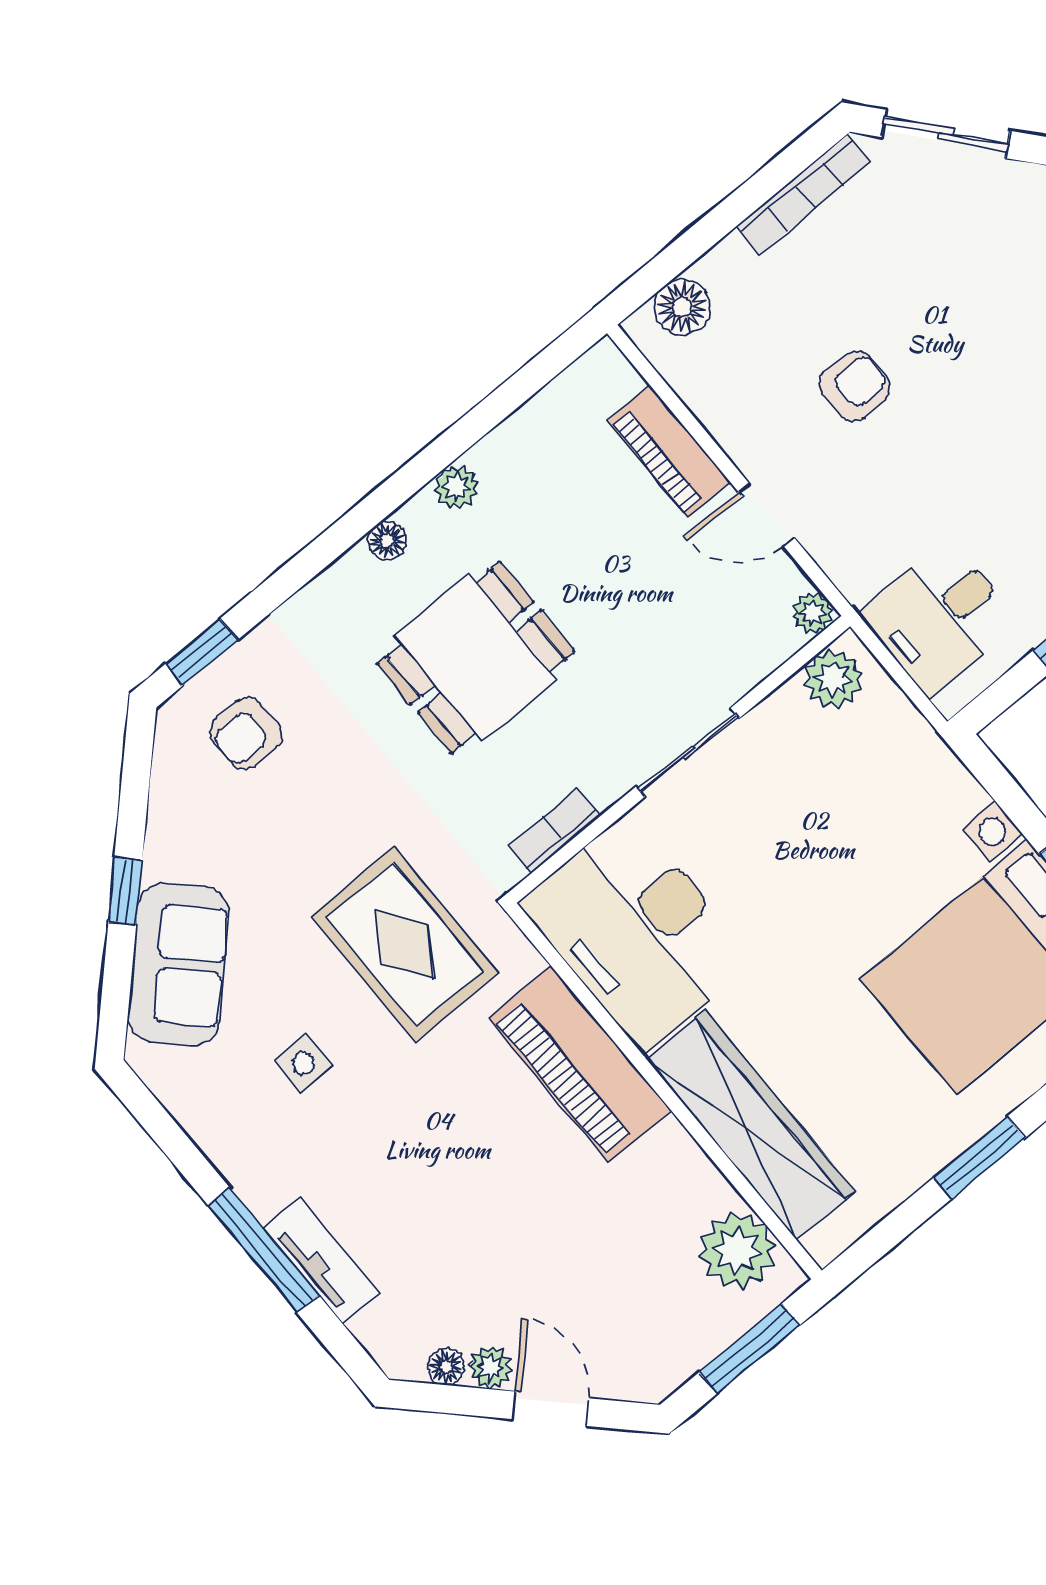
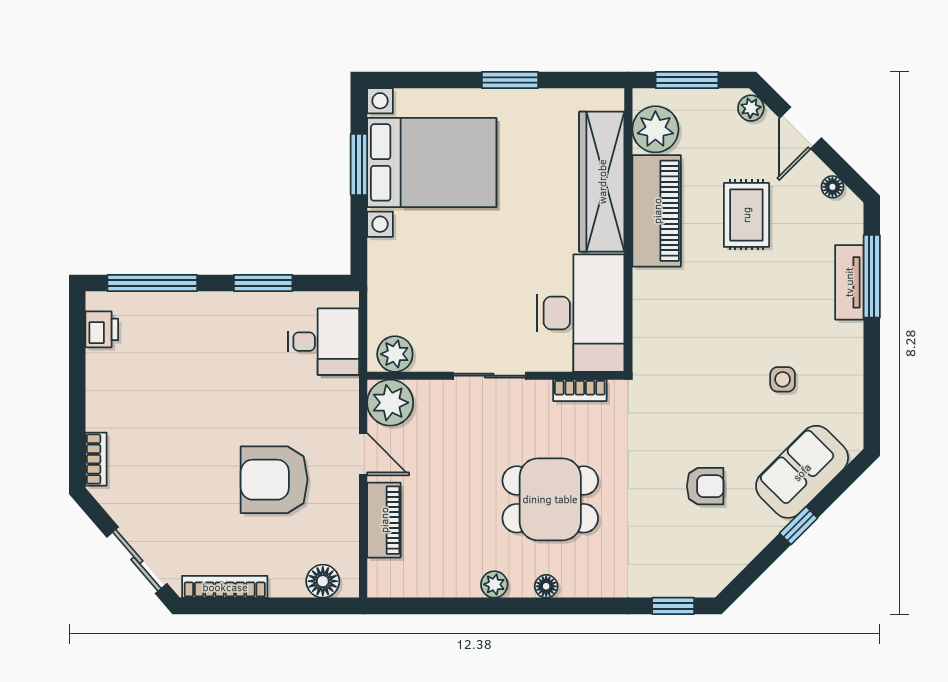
armchair: (855, 386) -> (274, 480), width x1.88, depth x1.88
plant: (813, 613) -> (390, 403), width x1.87, depth x1.87
armchair: (246, 733) -> (705, 486), moved
rug: (405, 944) -> (746, 215), moved, width x0.73, depth x0.70
piano: (580, 1064) -> (657, 211), moved
window: (263, 1250) -> (872, 276), moved
plant: (491, 1367) -> (751, 108), moved

